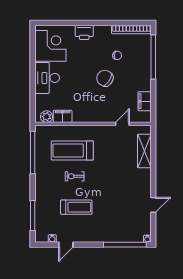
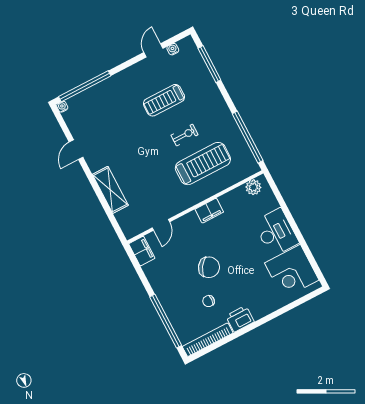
printer: (84, 32) -> (240, 319), moved
filing cabinet: (145, 101) -> (142, 251), moved
filing cabinet: (63, 116) -> (209, 211), moved
shelving: (144, 151) -> (110, 190), moved

